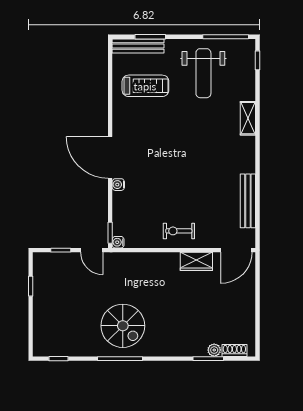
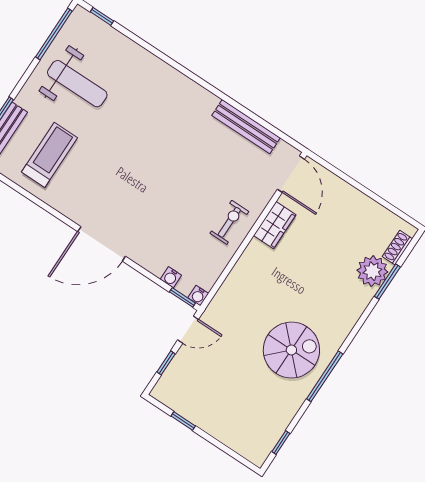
shelving: (248, 118) -> (157, 68), removed
water cooler: (118, 185) -> (171, 277), moved
exercise bike: (179, 231) -> (229, 222), turned 180
plant: (214, 350) -> (372, 271), width x1.87, depth x1.87

